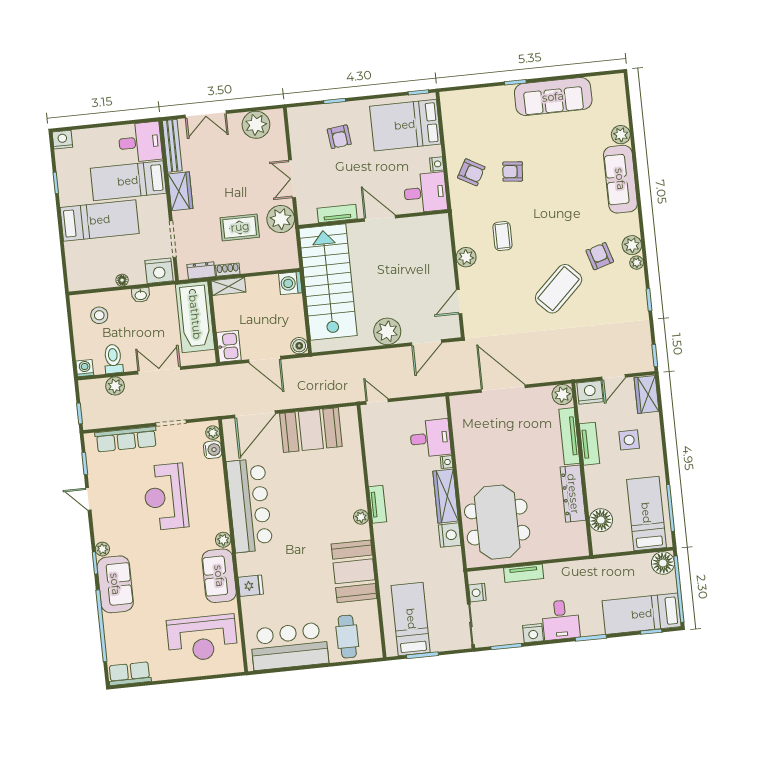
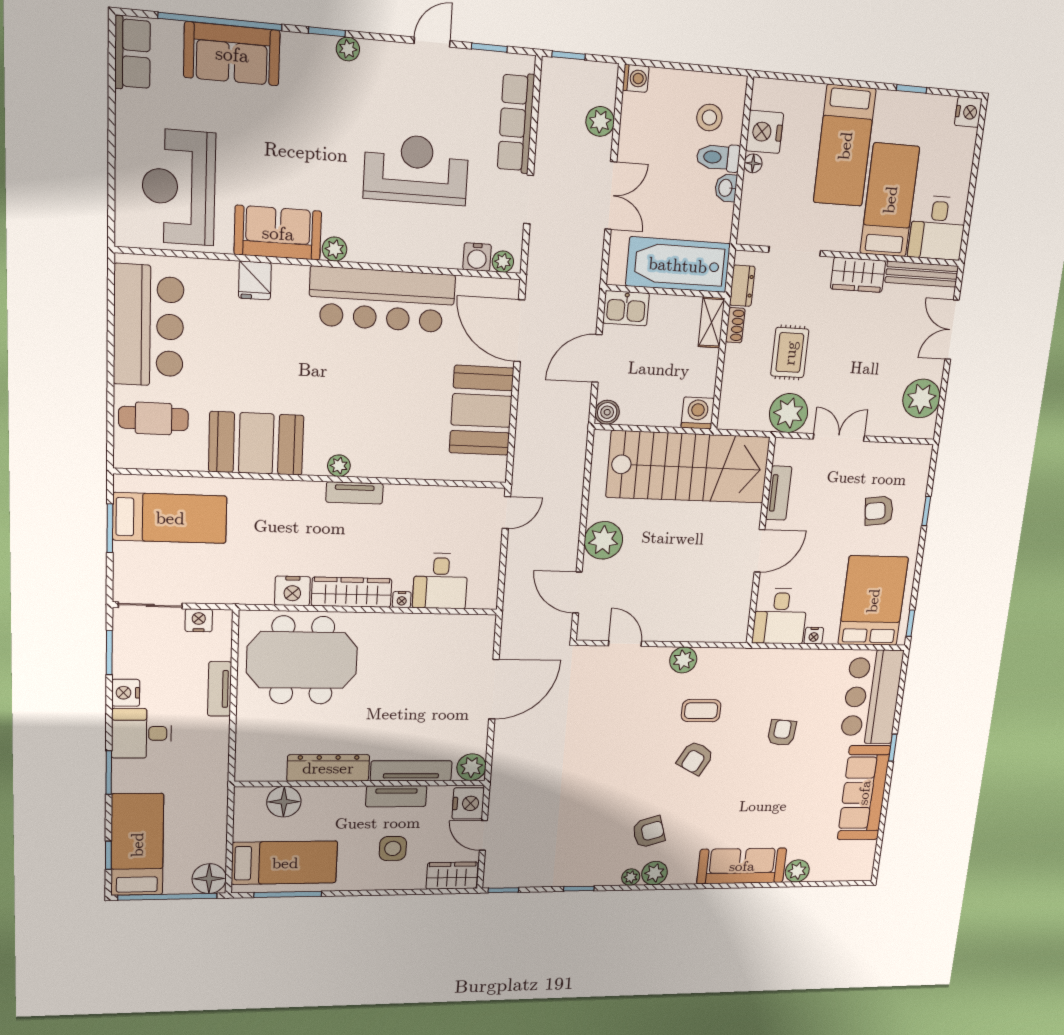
bar counter: (478, 108) -> (872, 697), added
armchair: (471, 172) -> (695, 758), moved
nightstand: (159, 271) -> (765, 132), moved
coffee table: (559, 289) -> (616, 776), removed
toilet: (113, 359) -> (718, 157), moved, turned 180
sofa: (115, 584) -> (232, 54), moved

